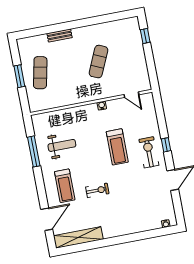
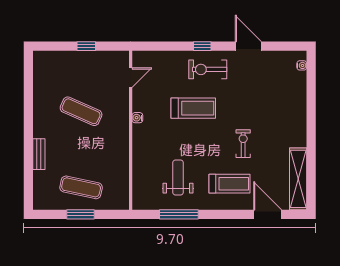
window: (145, 36) -> (86, 46), moved

